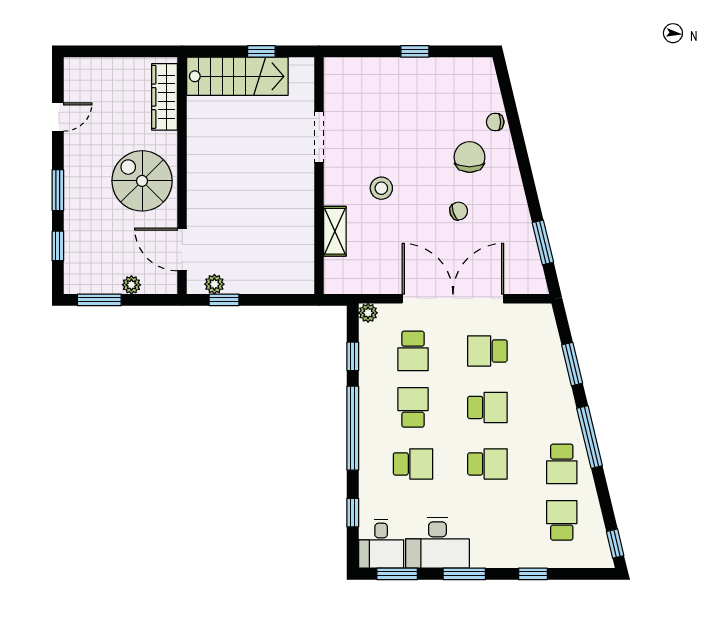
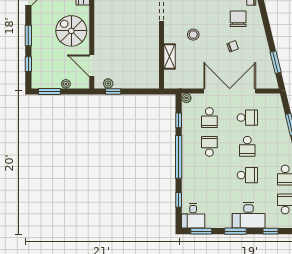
school desk: (487, 351) -> (247, 118), turned 180
school desk: (487, 407) -> (247, 146), turned 90
school desk: (413, 464) -> (209, 175), removed
desk: (437, 543) -> (249, 215), moved

